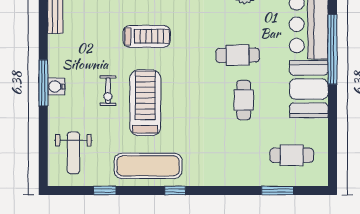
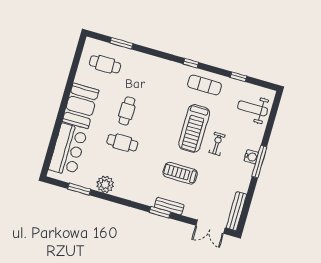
window: (332, 49) -> (57, 128), removed
weight bench: (73, 153) -> (253, 108), turned -90
exercise mat: (148, 166) -> (204, 85), width x0.73, depth x0.69

